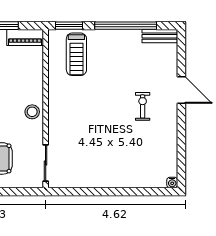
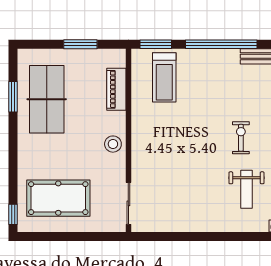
piano: (25, 38) -> (116, 89), moved, turned 90
weight bench: (147, 151) -> (246, 189), added

